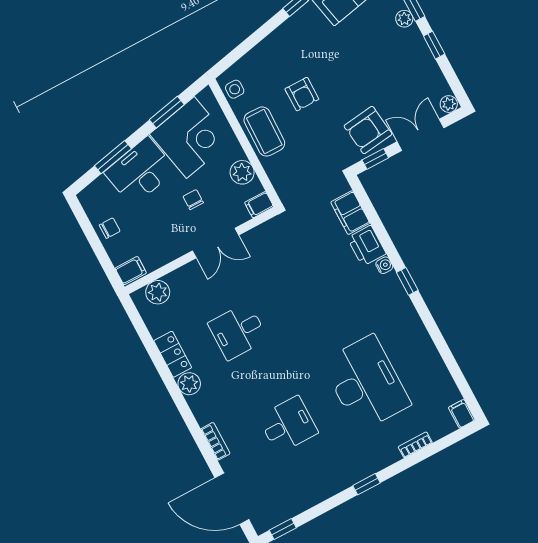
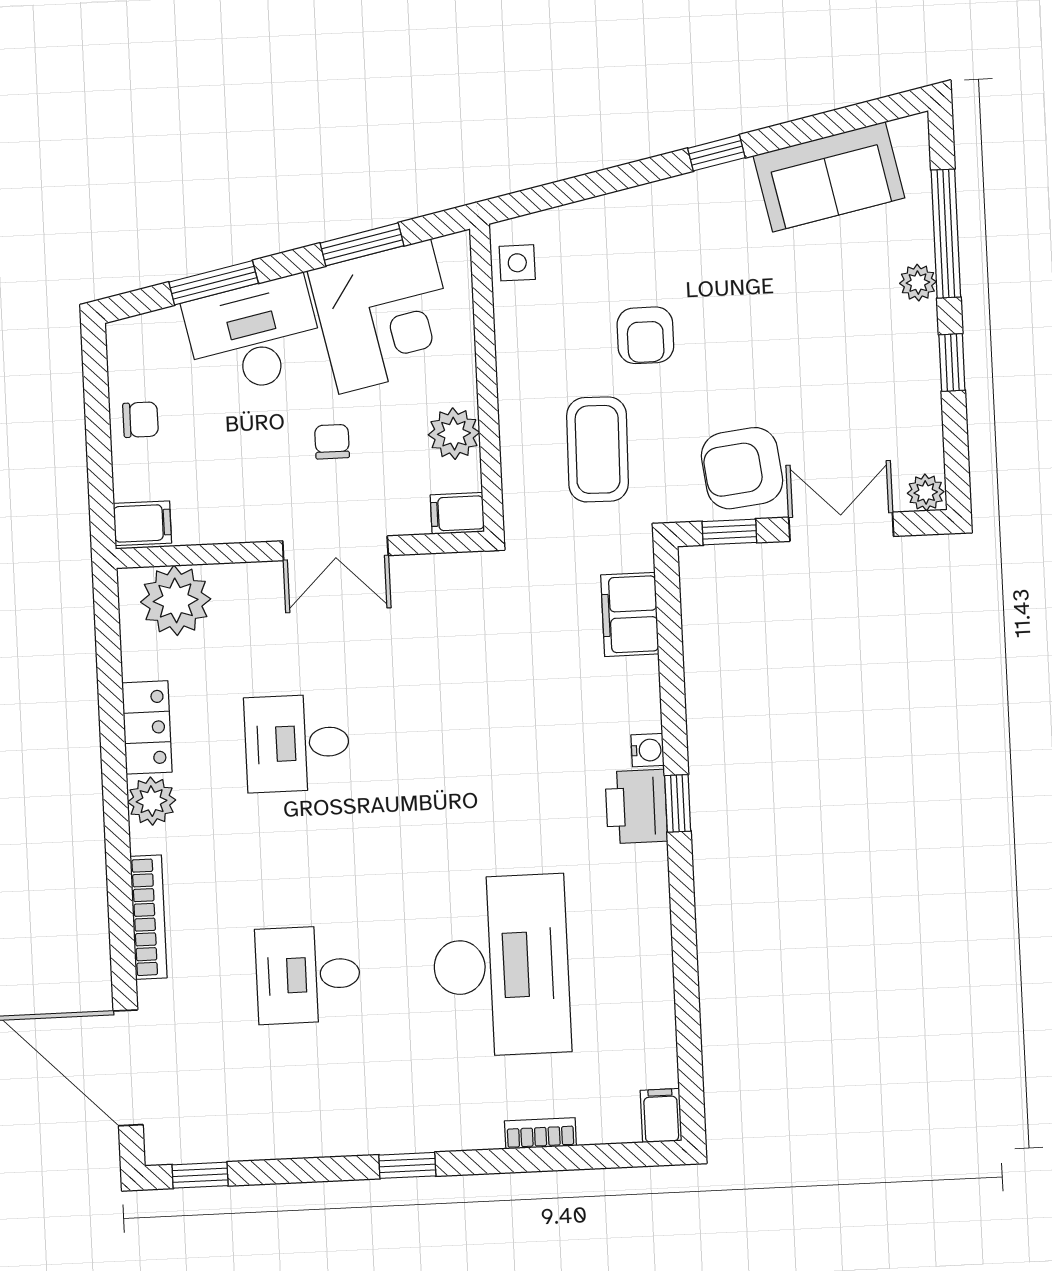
coffee table: (264, 132) -> (598, 449), moved
printer: (367, 246) -> (636, 806), moved
plant: (158, 292) -> (176, 600), width x1.36, depth x1.36
desk: (288, 425) -> (308, 975), turned 180
bookcase: (215, 441) -> (148, 917), width x1.56

